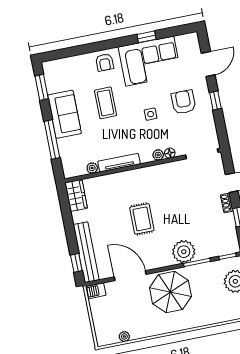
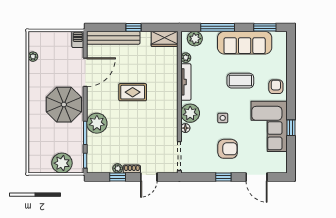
armchair: (105, 62) -> (276, 87), turned 90
sofa: (64, 114) -> (245, 43), width x1.36
plant: (158, 155) -> (190, 113), width x1.88, depth x1.88
plant: (69, 162) -> (195, 39), added
plant: (229, 219) -> (118, 168), added
window: (76, 263) -> (133, 27), moved

